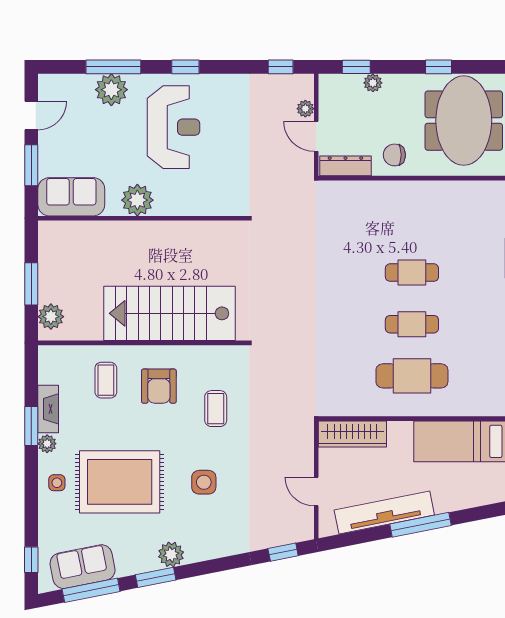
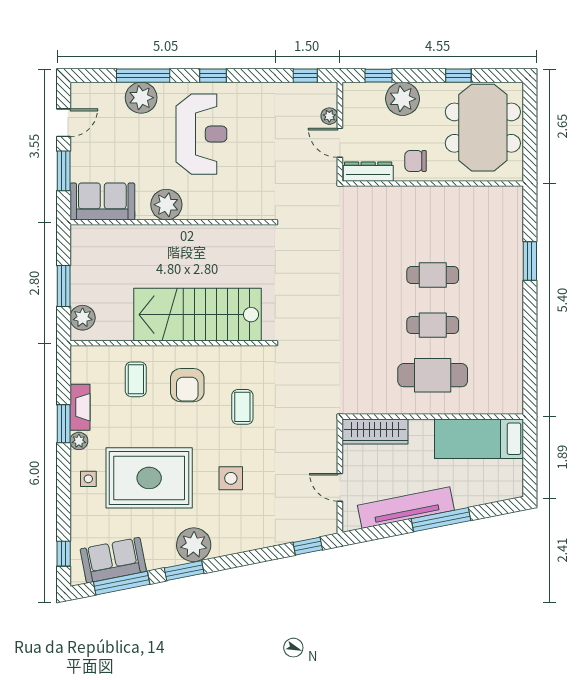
plant: (373, 83) -> (403, 99), width x1.87, depth x1.87
plant: (171, 554) -> (194, 545), width x1.36, depth x1.36

